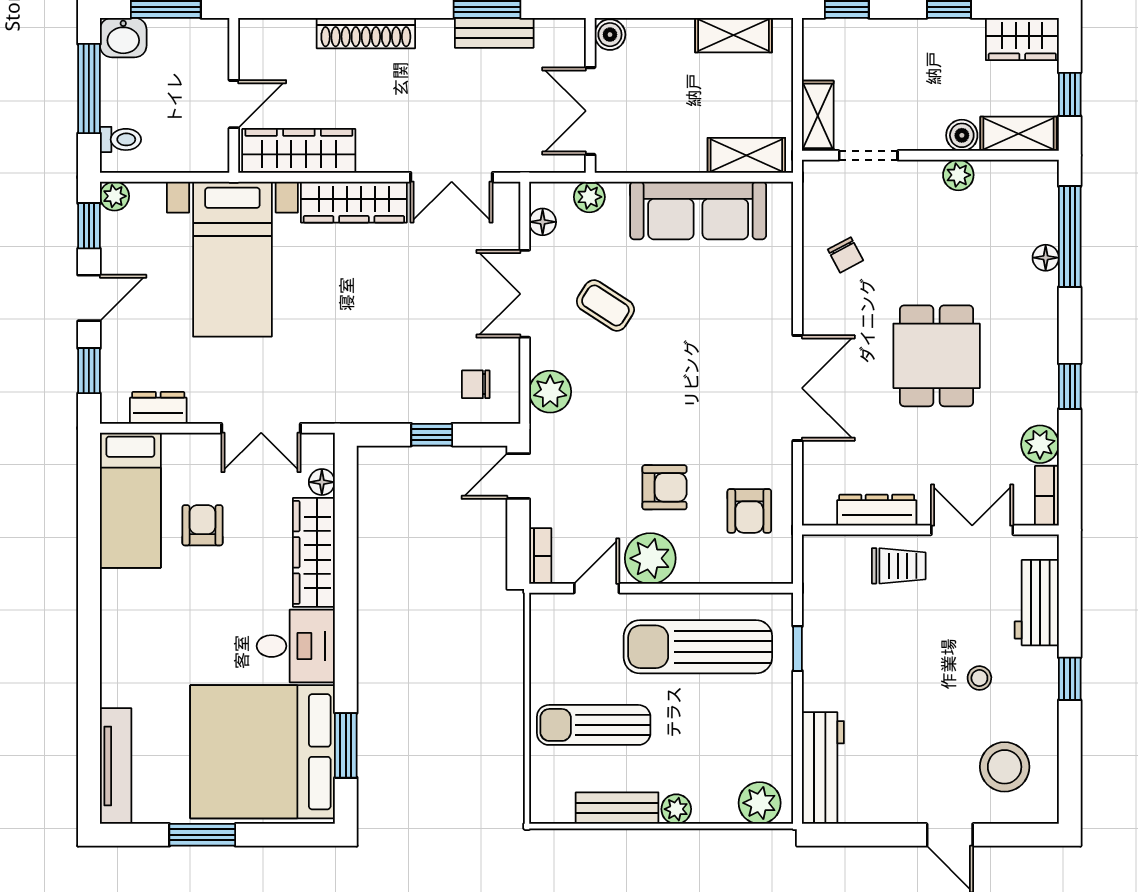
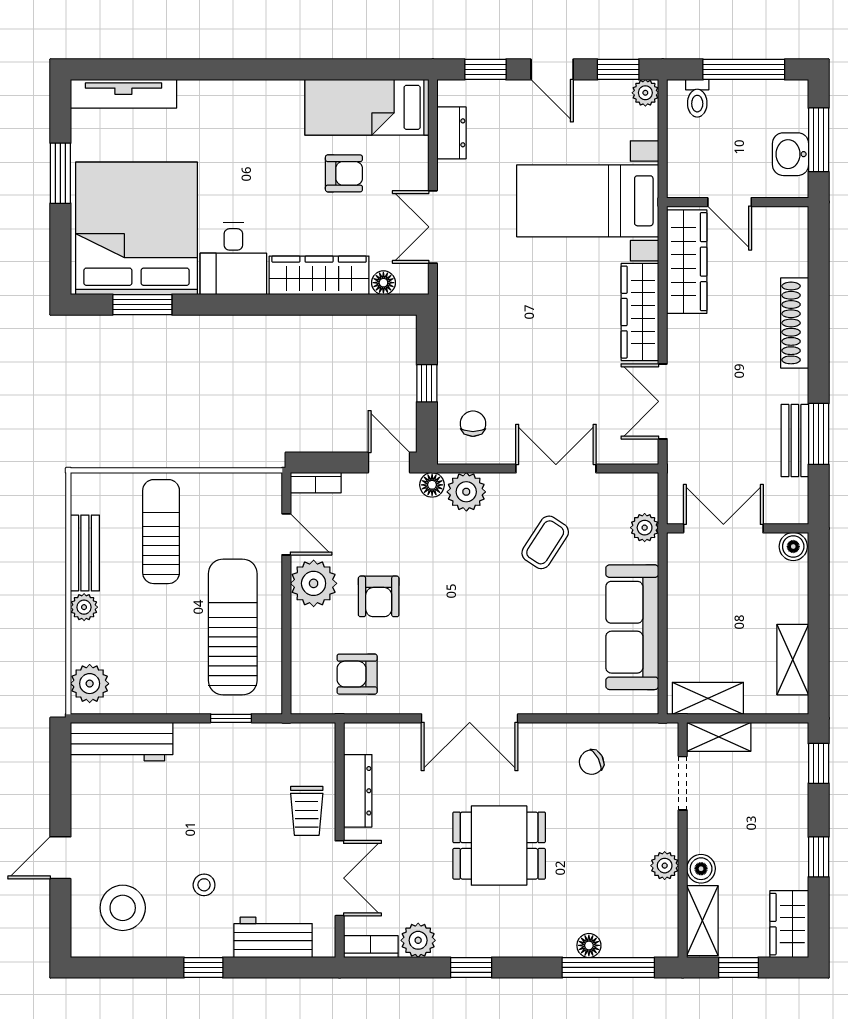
washbasin: (123, 38) -> (791, 154), moved
shelving: (746, 155) -> (708, 698), moved, turned 90
floor lamp: (543, 222) -> (432, 485), moved

